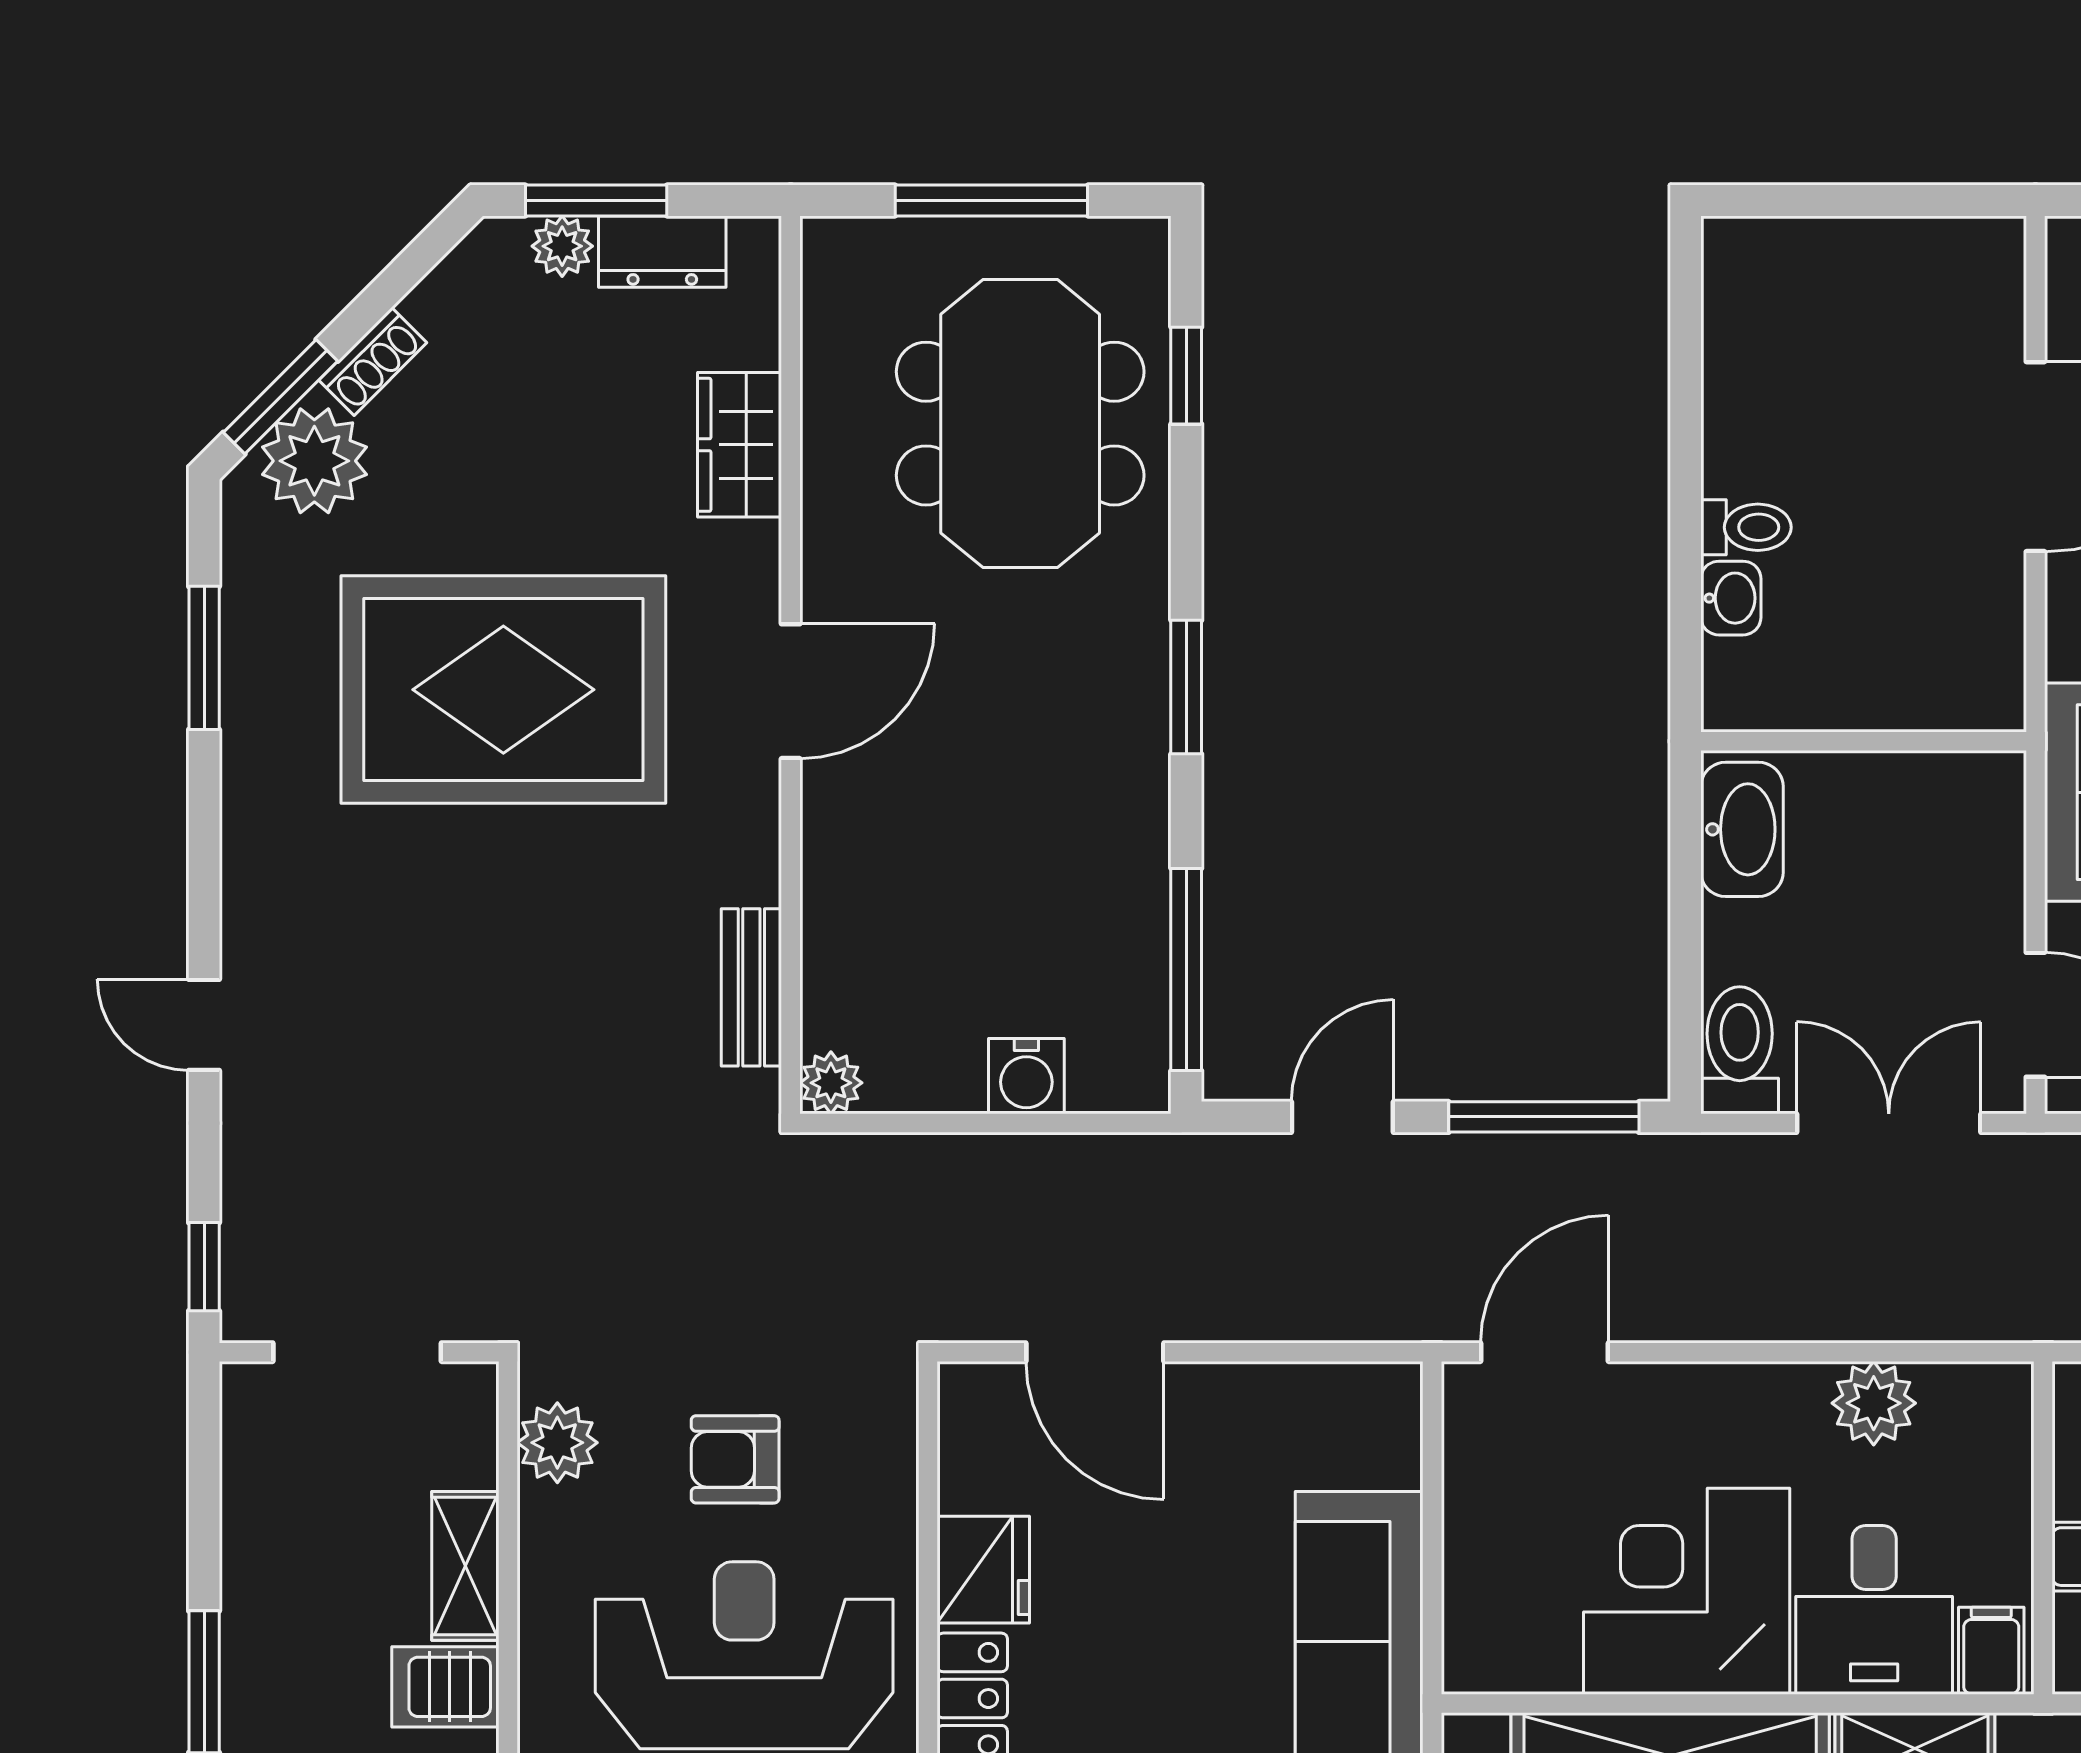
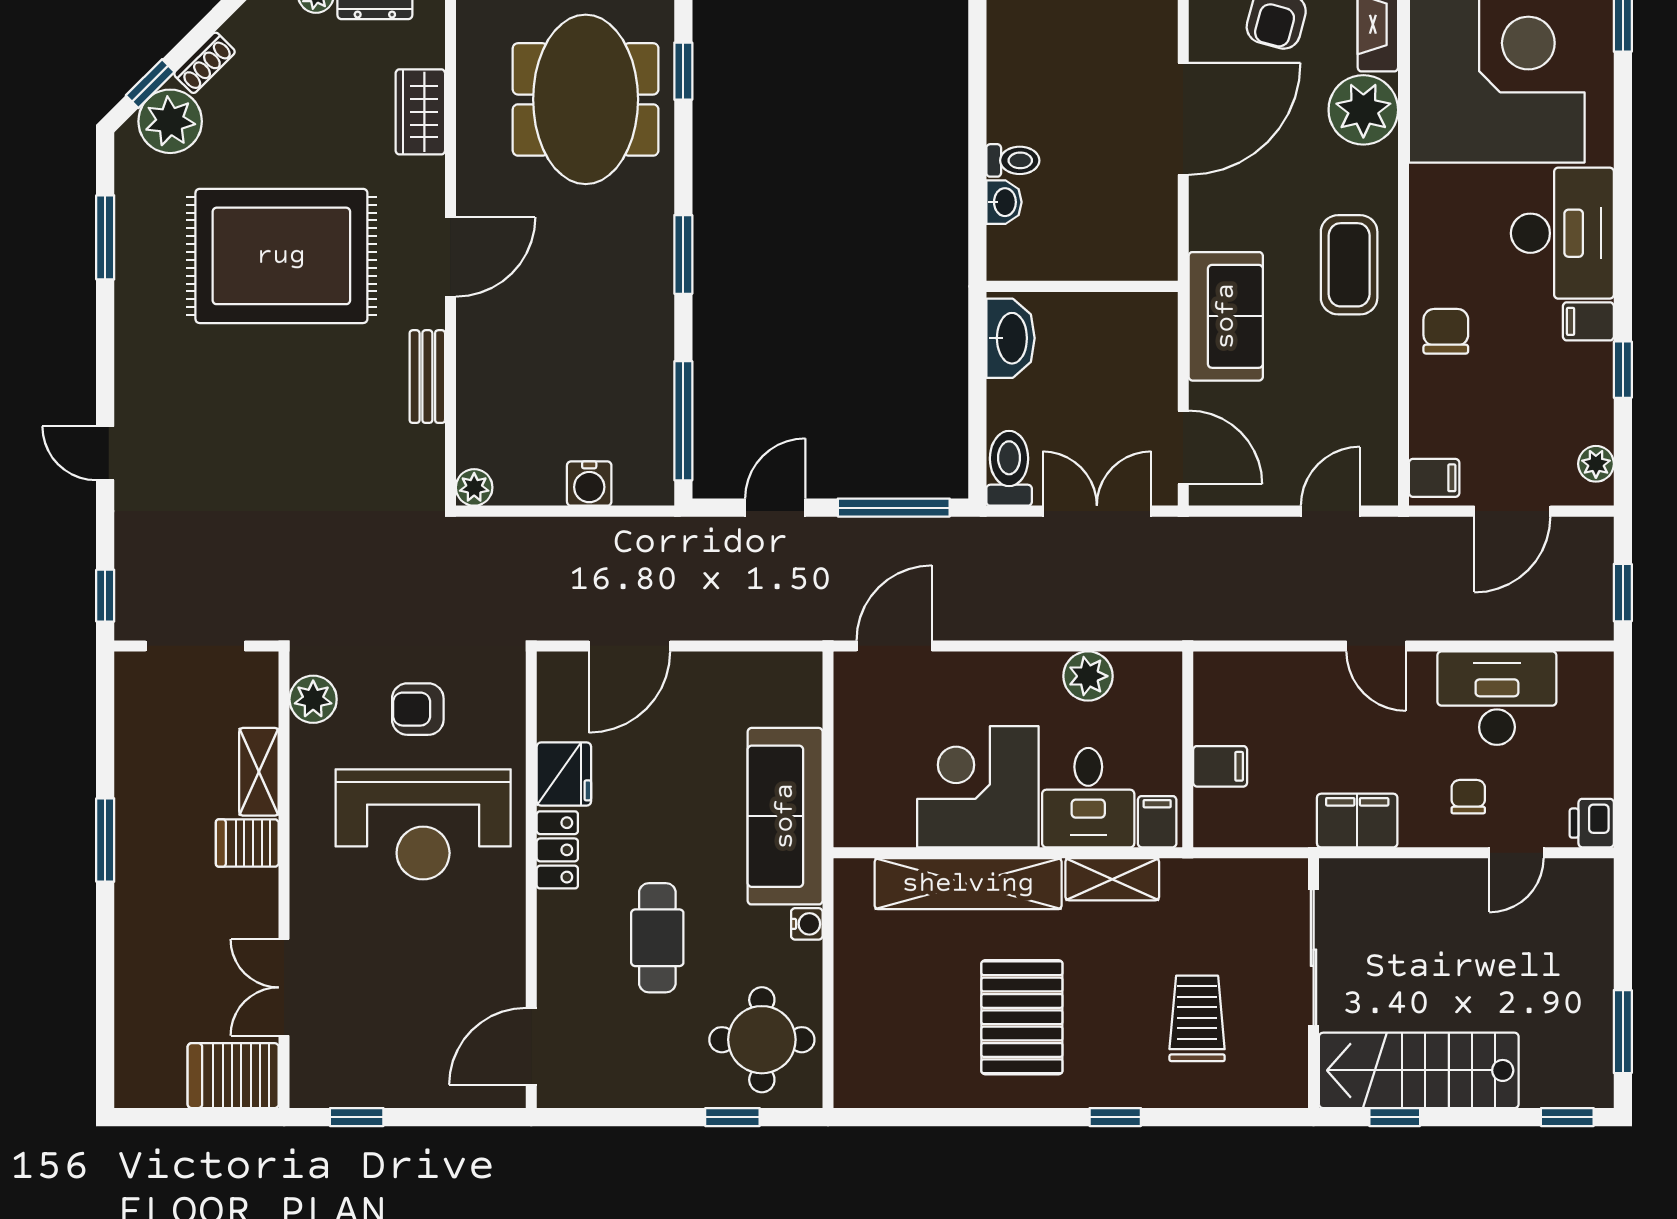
window: (281, 397) -> (150, 84), width x0.67
bench: (751, 987) -> (427, 377), moved
door: (1095, 1352) -> (629, 646), hinge flipped
reception desk: (744, 1655) -> (423, 824), turned 180

